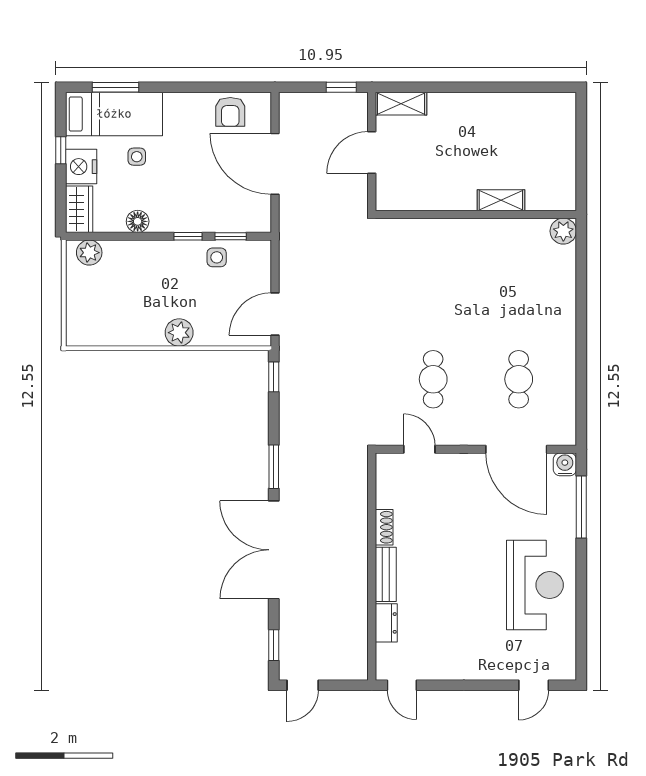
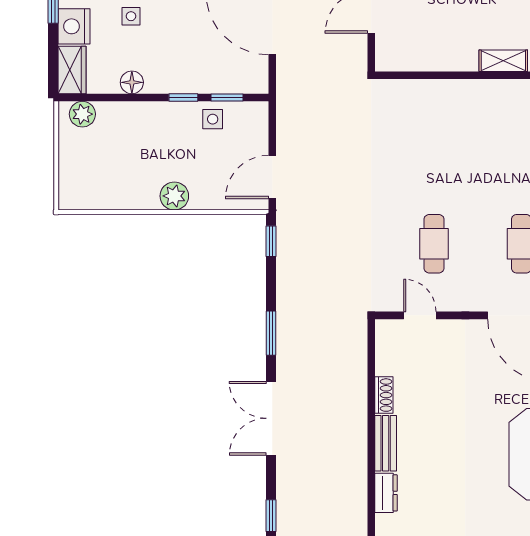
double door: (274, 550) -> (271, 418), width x0.73

